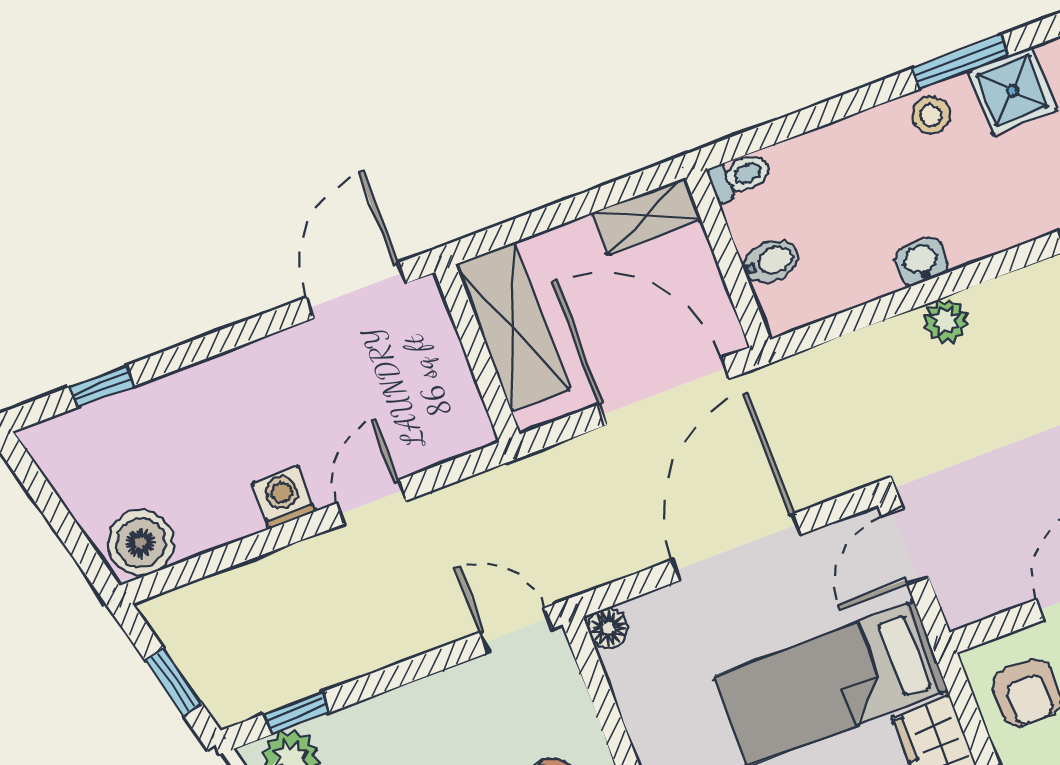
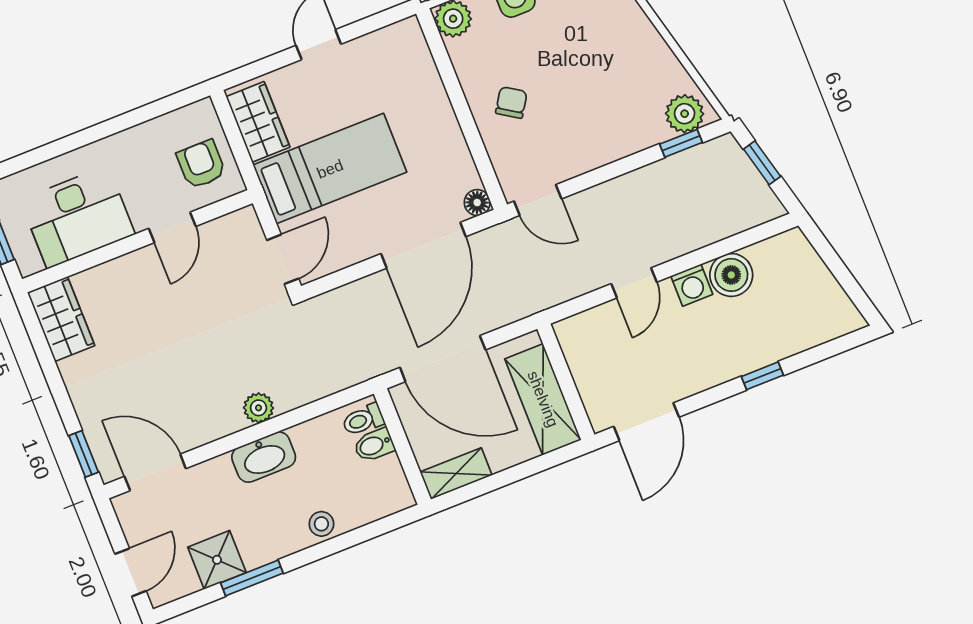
stool: (931, 115) -> (321, 524), moved
toilet: (740, 176) -> (363, 420), moved
washbasin: (921, 262) -> (264, 457), width x1.91, depth x1.45
window: (102, 387) -> (762, 376), moved
boiler: (141, 543) -> (731, 275), moved
door: (736, 547) -> (423, 245), moved

